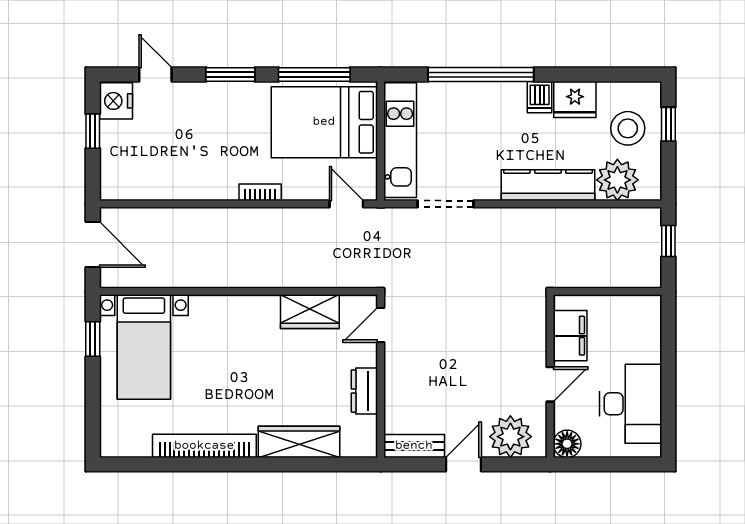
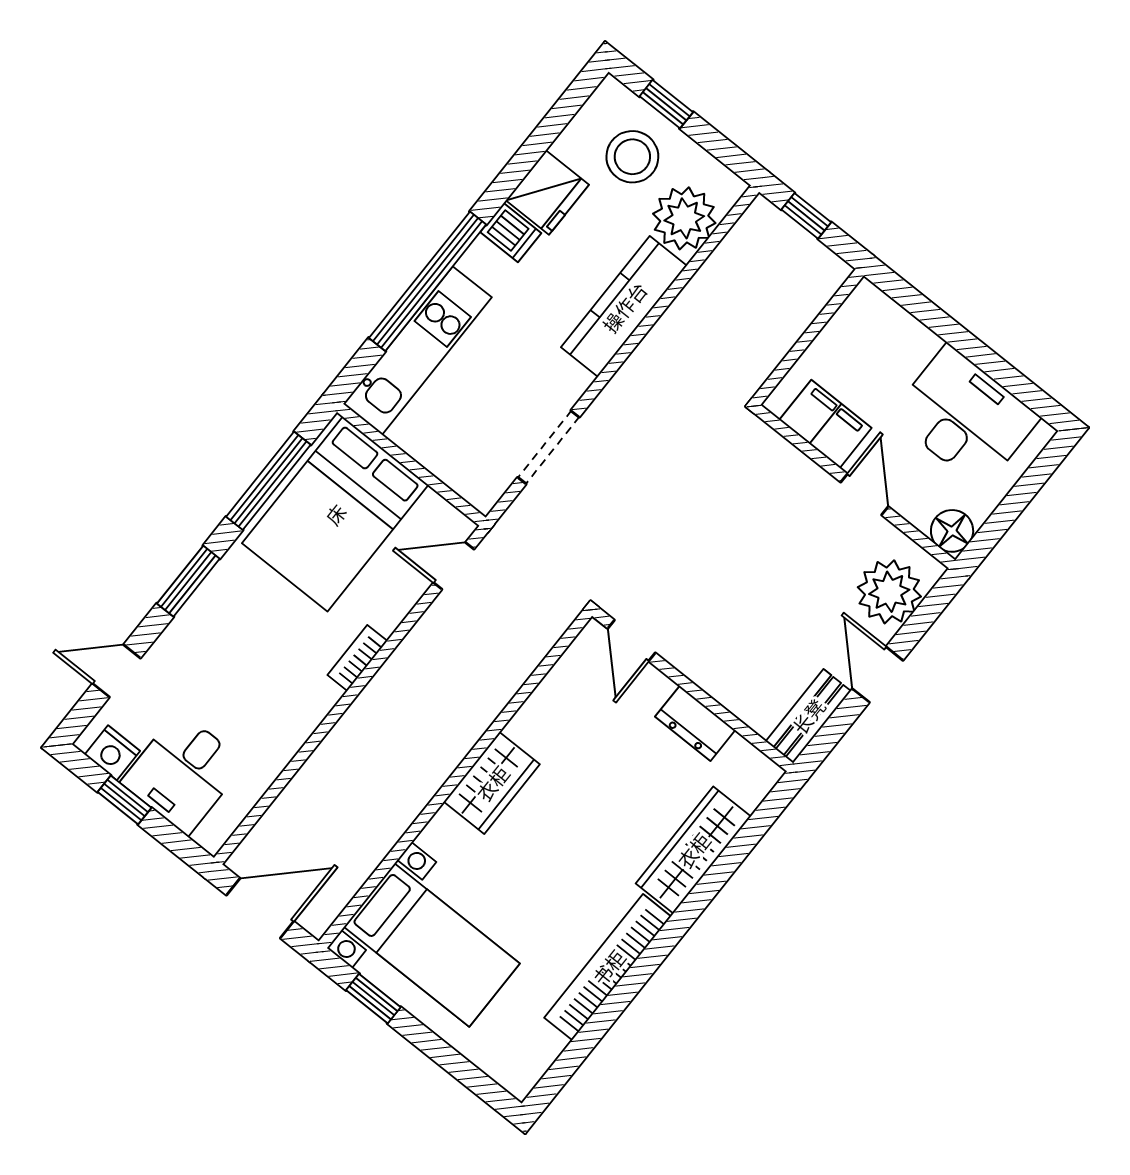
nightstand: (116, 101) -> (112, 753), width x0.74, depth x0.75
kitchen unit: (400, 140) -> (417, 351), moved, turned 90
desk: (131, 150) -> (183, 773), added
wardrobe: (310, 312) -> (492, 783), moved

